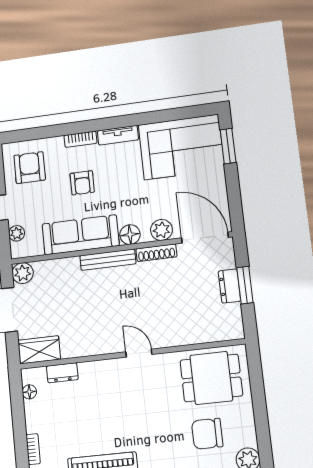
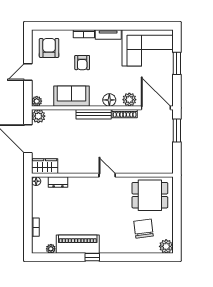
window: (228, 146) -> (177, 63), moved
plant: (17, 233) -> (37, 101), moved
sofa: (81, 235) -> (72, 96), width x0.73
window: (245, 285) -> (177, 130), moved
dresser: (229, 286) -> (167, 140), removed
floor lamp: (29, 392) -> (36, 181), moved
chair: (207, 434) -> (144, 229), turned 83

